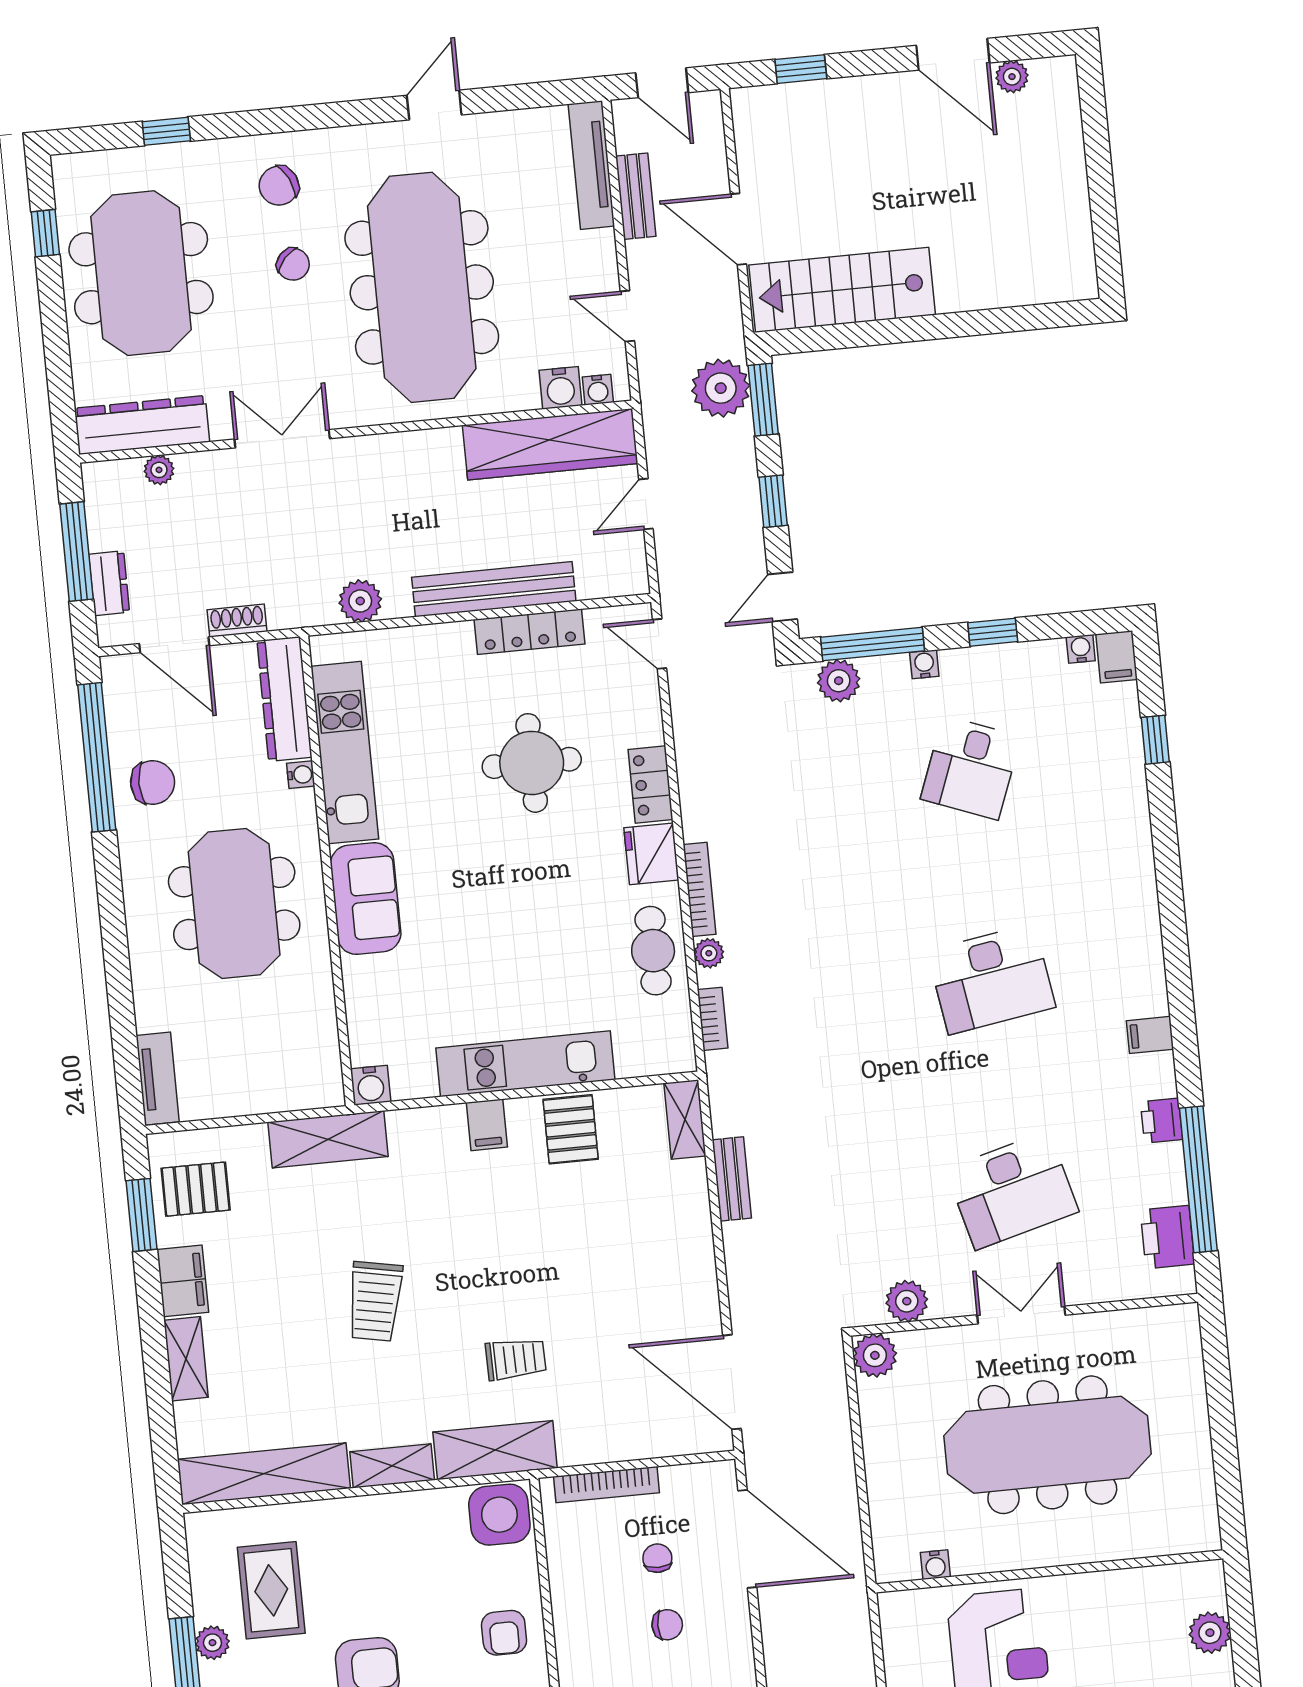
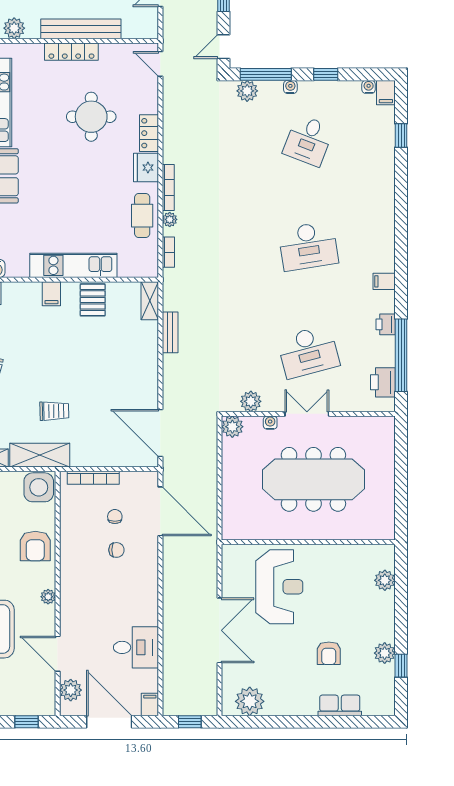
locker: (529, 632) -> (71, 52), moved
water cooler: (935, 1565) -> (270, 423), moved, turned 180
armchair: (504, 1633) -> (35, 546), width x1.38, depth x1.38

